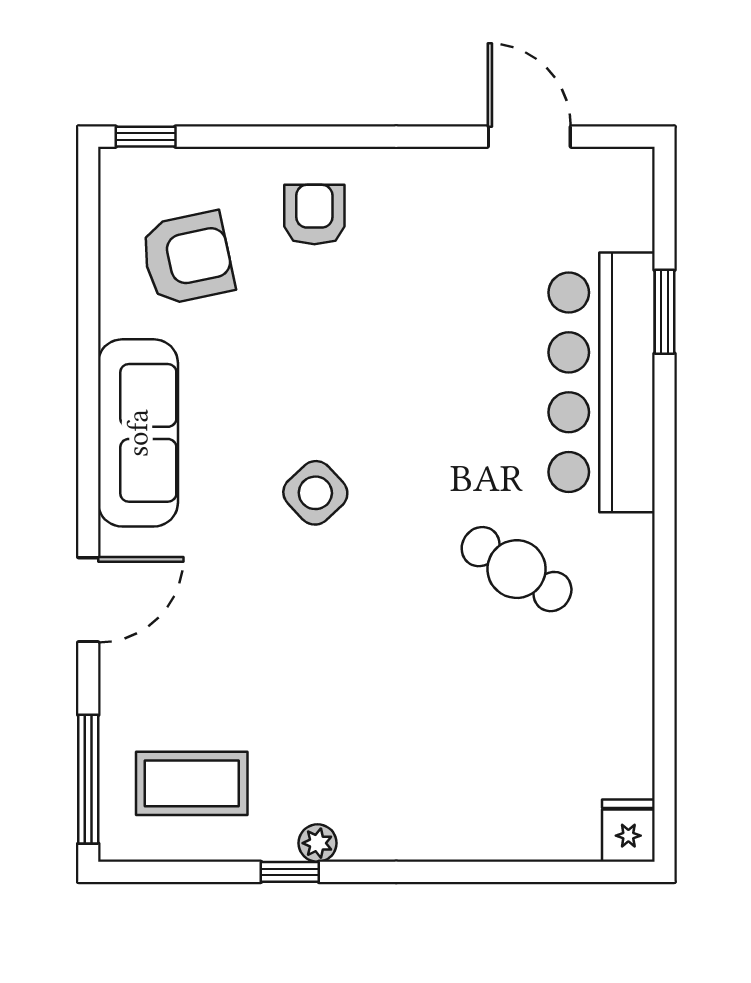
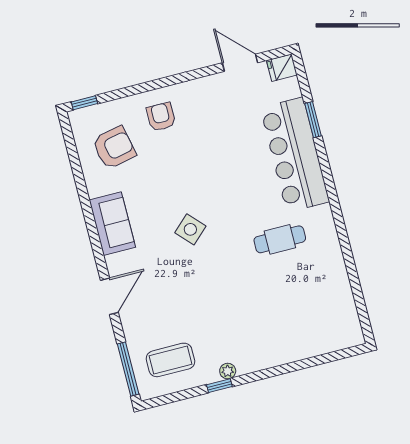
sofa: (138, 433) -> (112, 224), width x0.73
cafe table: (517, 569) -> (280, 239), turned -32
fridge: (628, 831) -> (282, 68), moved, turned -90

